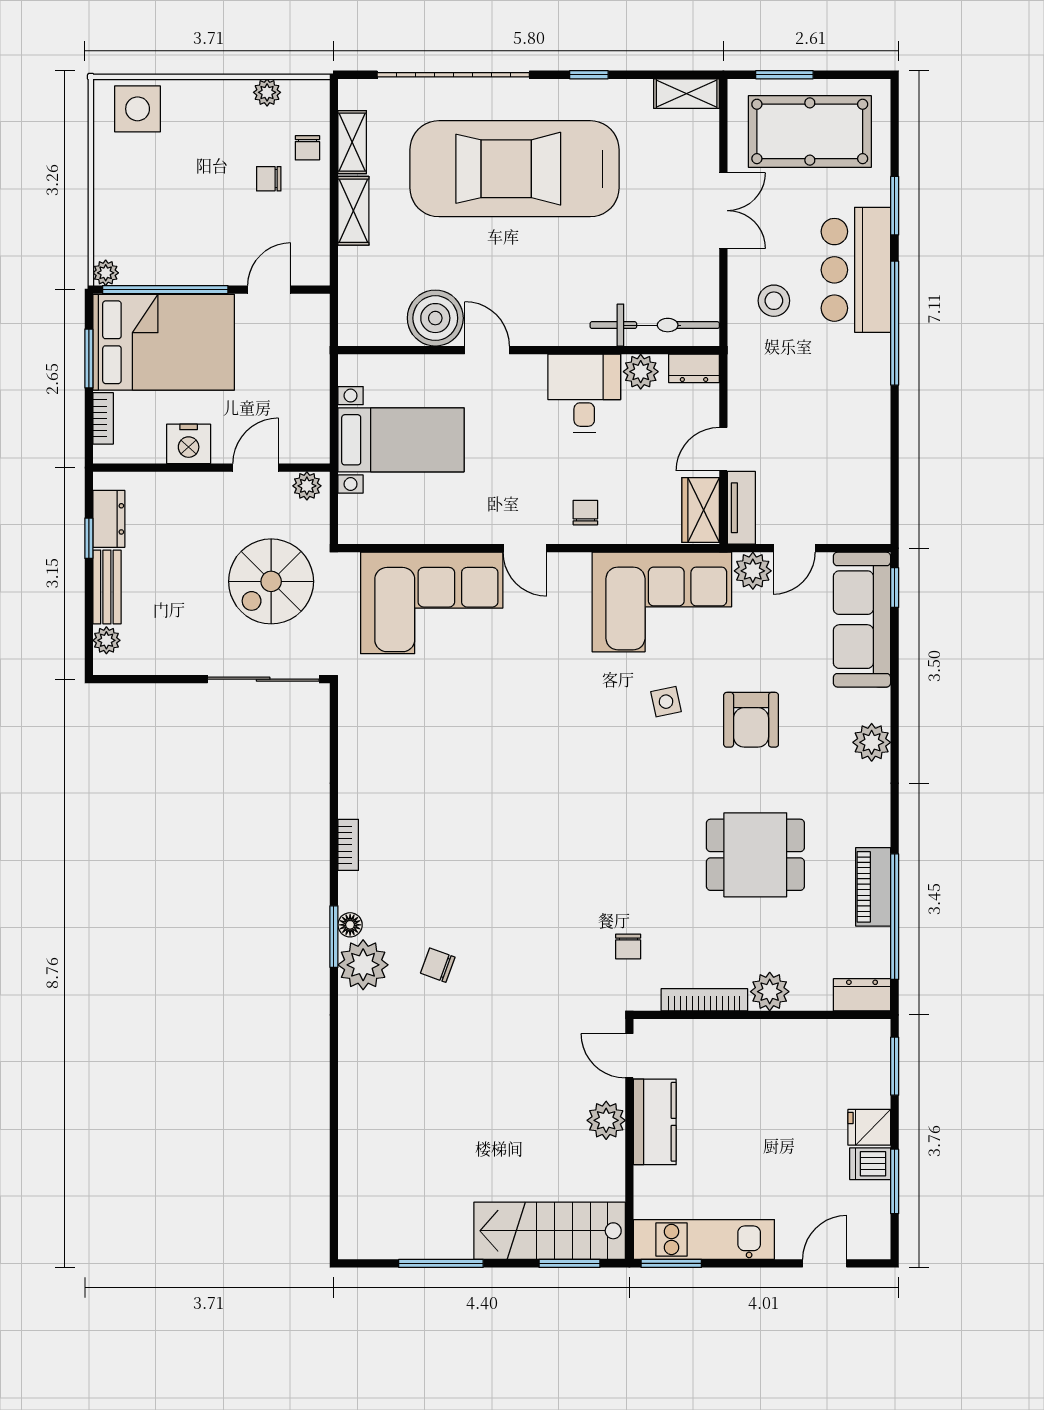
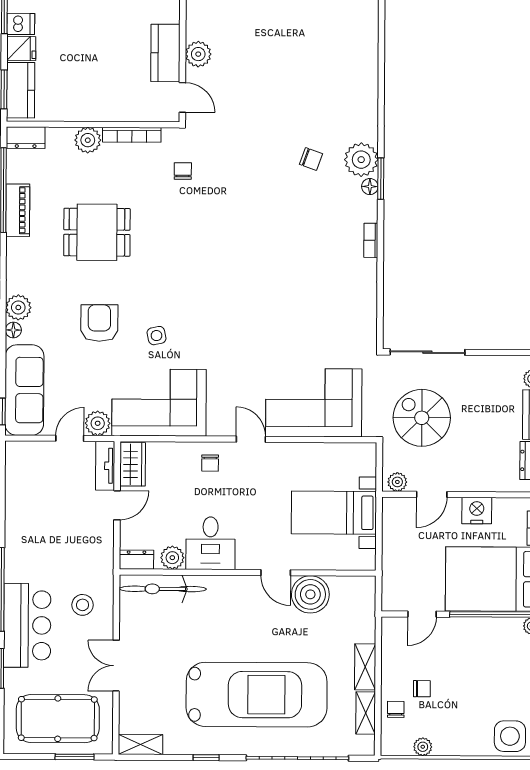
spiral stairs: (271, 581) -> (422, 418), turned -90
floor lamp: (879, 709) -> (13, 330), added
kitchen counter: (870, 1065) -> (21, 90), added

